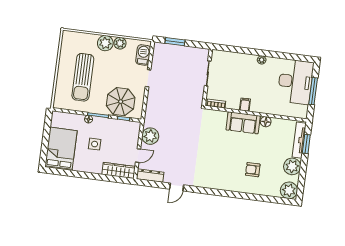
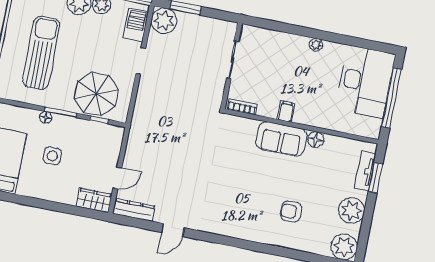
sun lounger: (83, 77) -> (41, 53), turned 180
window: (313, 91) -> (391, 98), width x1.46
plant: (150, 136) -> (164, 21), moved
tv unit: (299, 140) -> (365, 171), width x0.71
wardrobe: (119, 170) -> (94, 200), width x0.67

